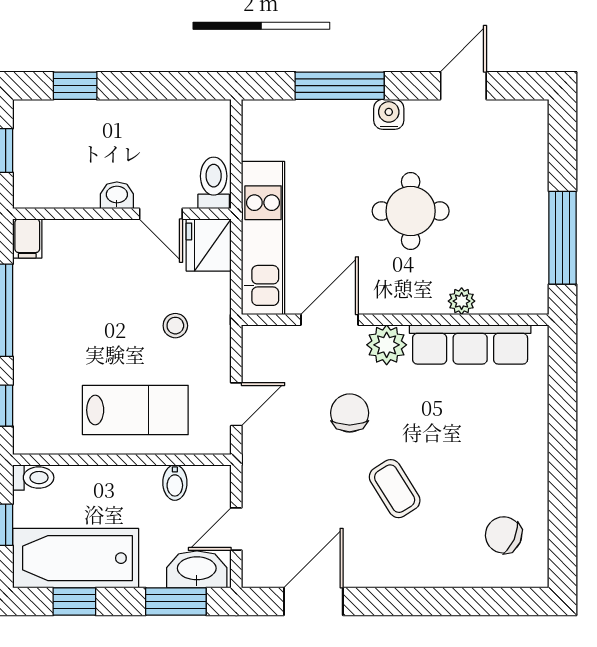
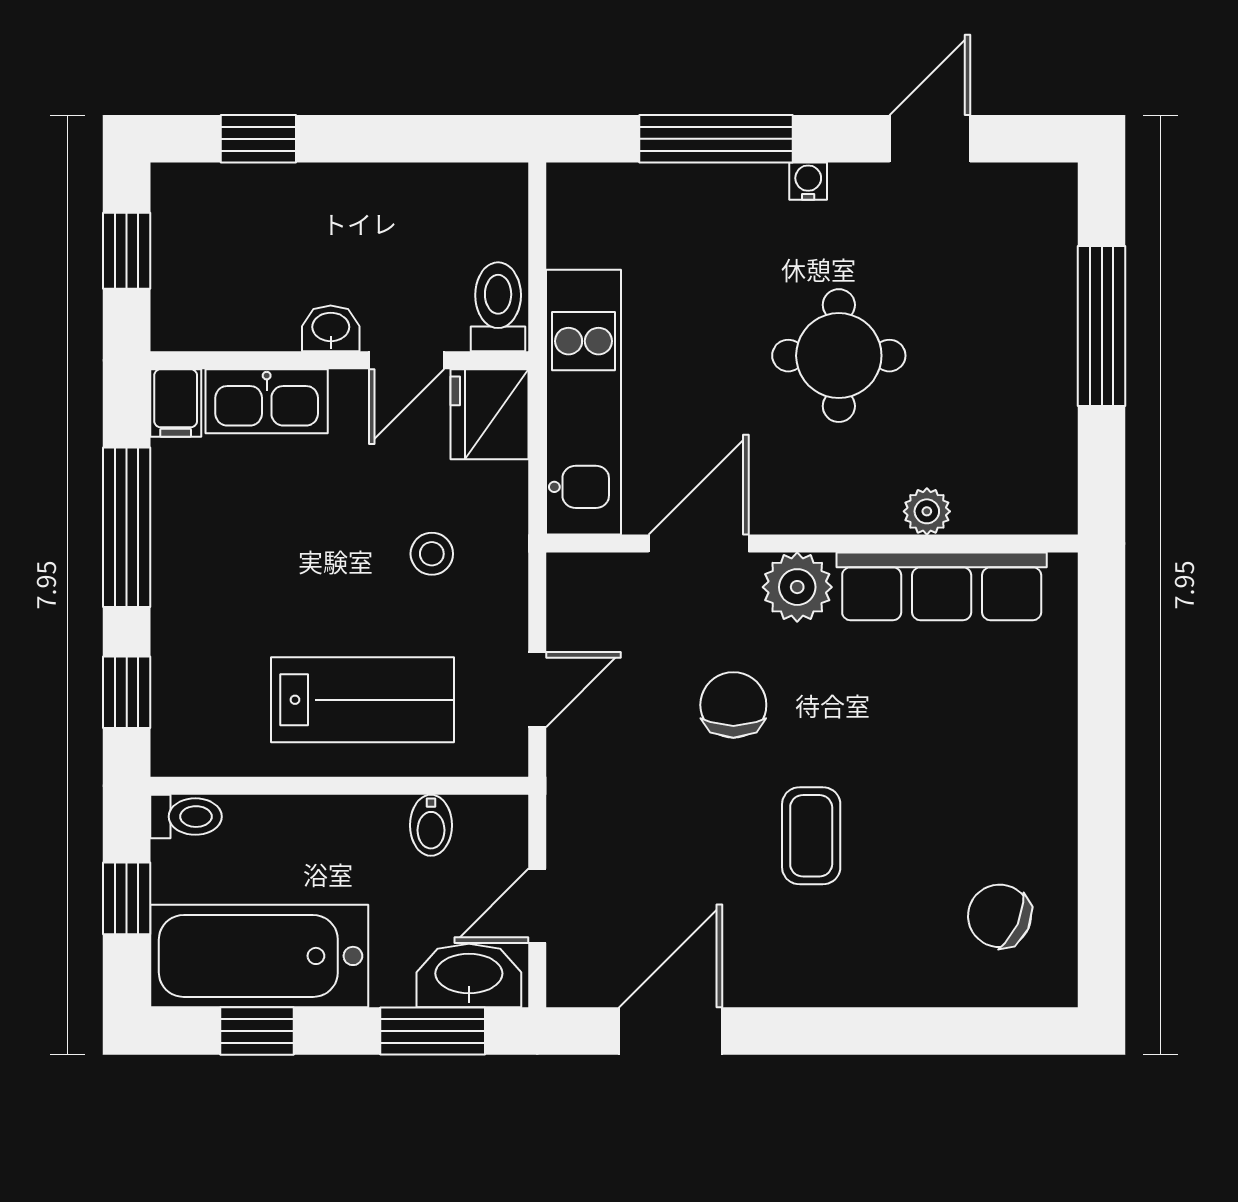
water cooler: (389, 114) -> (808, 181), width x0.72, depth x0.72
door: (161, 214) -> (407, 360), hinge flipped
kitchen sink: (80, 237) -> (267, 401), added
window: (563, 238) -> (1102, 326), moved
coffee table: (395, 489) -> (811, 836), turned 32

